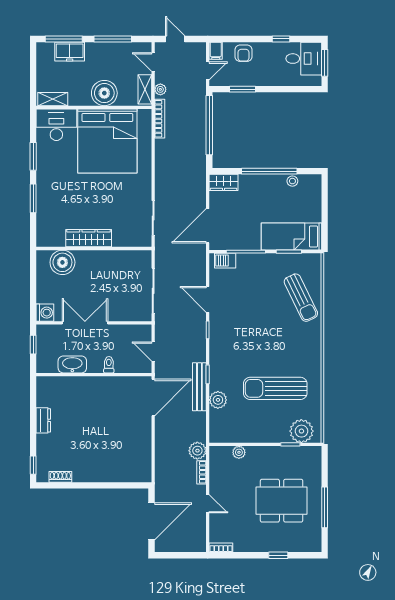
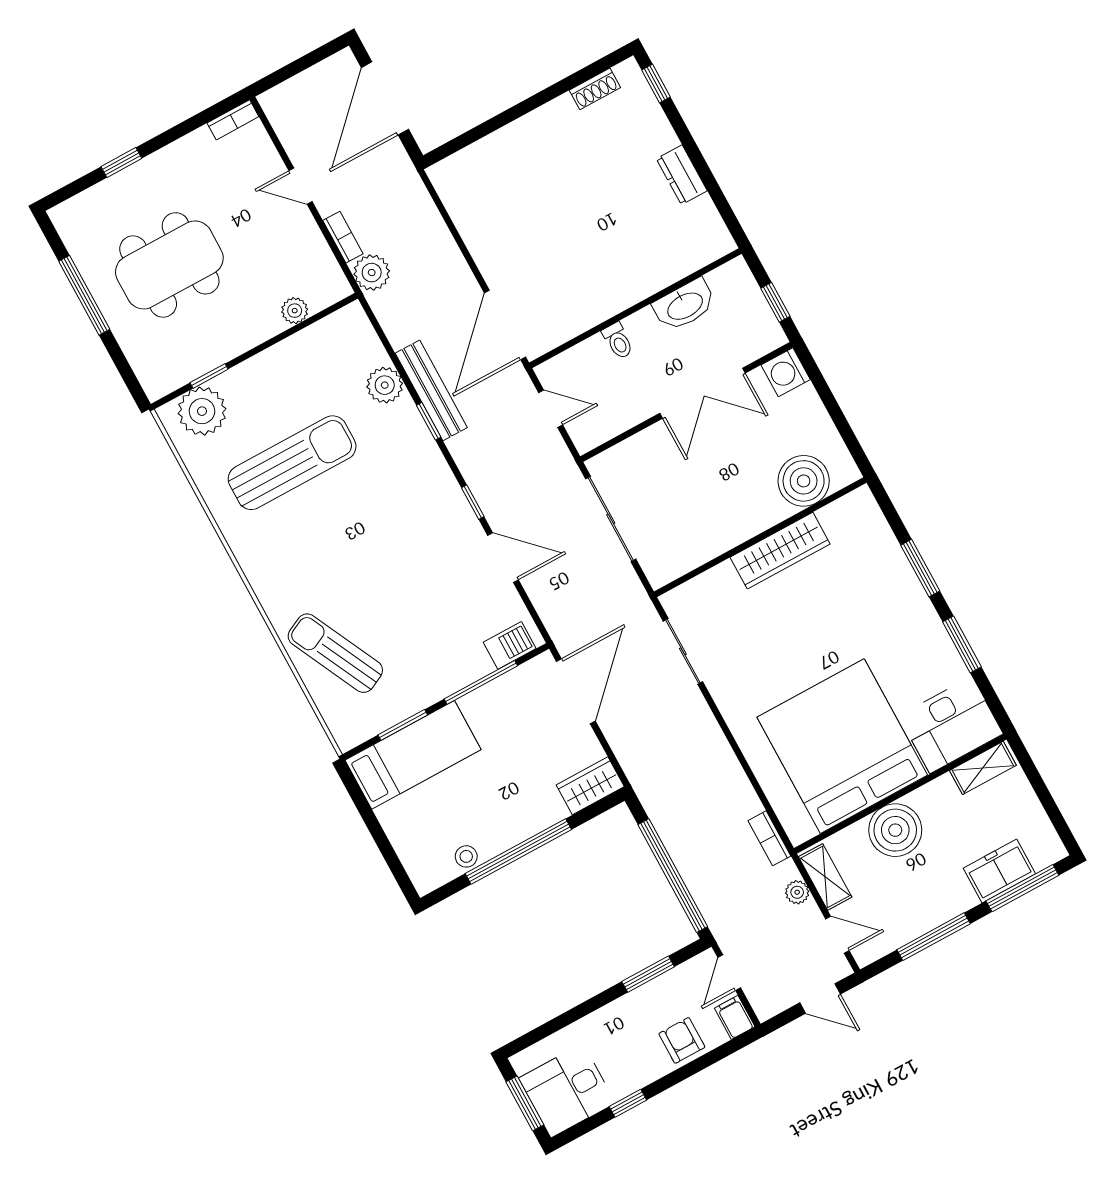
bookcase: (160, 119) -> (769, 838), width x0.64

